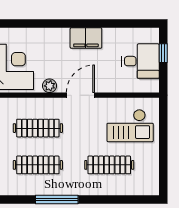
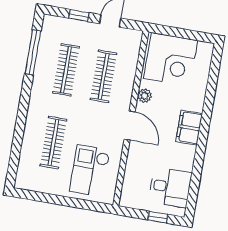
filing cabinet: (86, 38) -> (189, 128), moved
desk: (140, 61) -> (170, 187), moved, turned -90
window: (57, 199) -> (33, 52), moved

